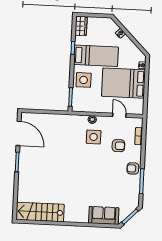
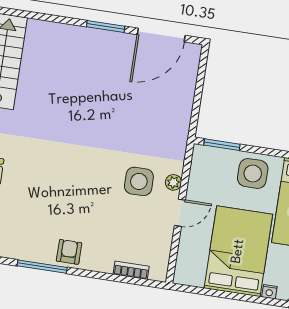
door: (119, 115) -> (180, 213), moved
armchair: (118, 146) -> (117, 228), removed

